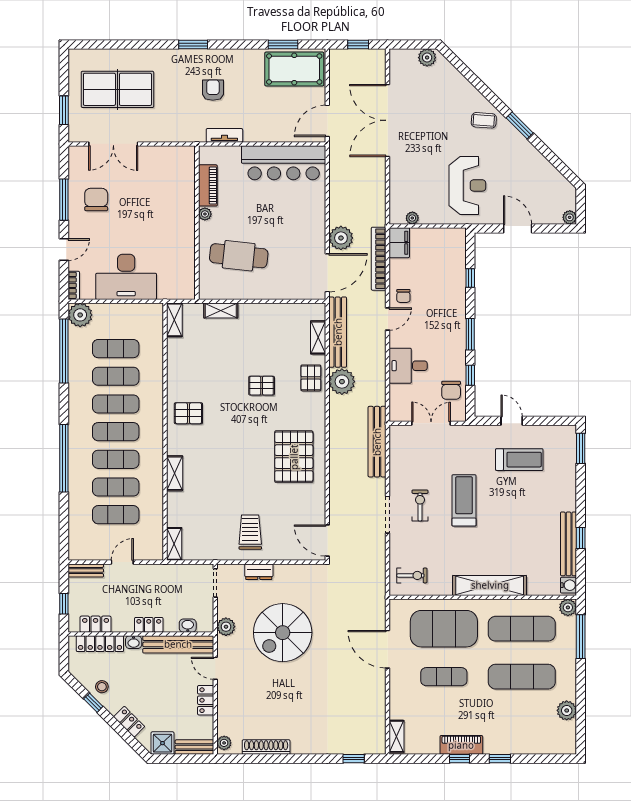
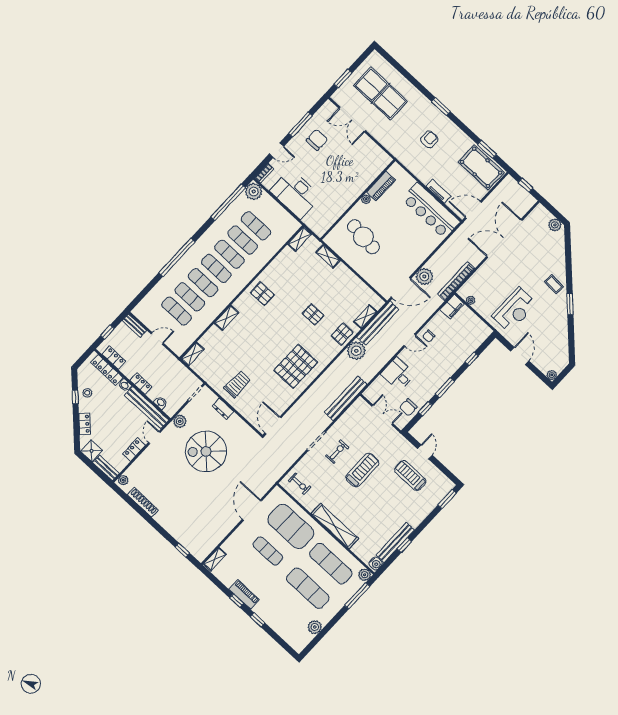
tv unit: (224, 135) -> (438, 191), moved
bookcase: (379, 259) -> (456, 281), moved
treadmill: (519, 460) -> (410, 476), turned 180

